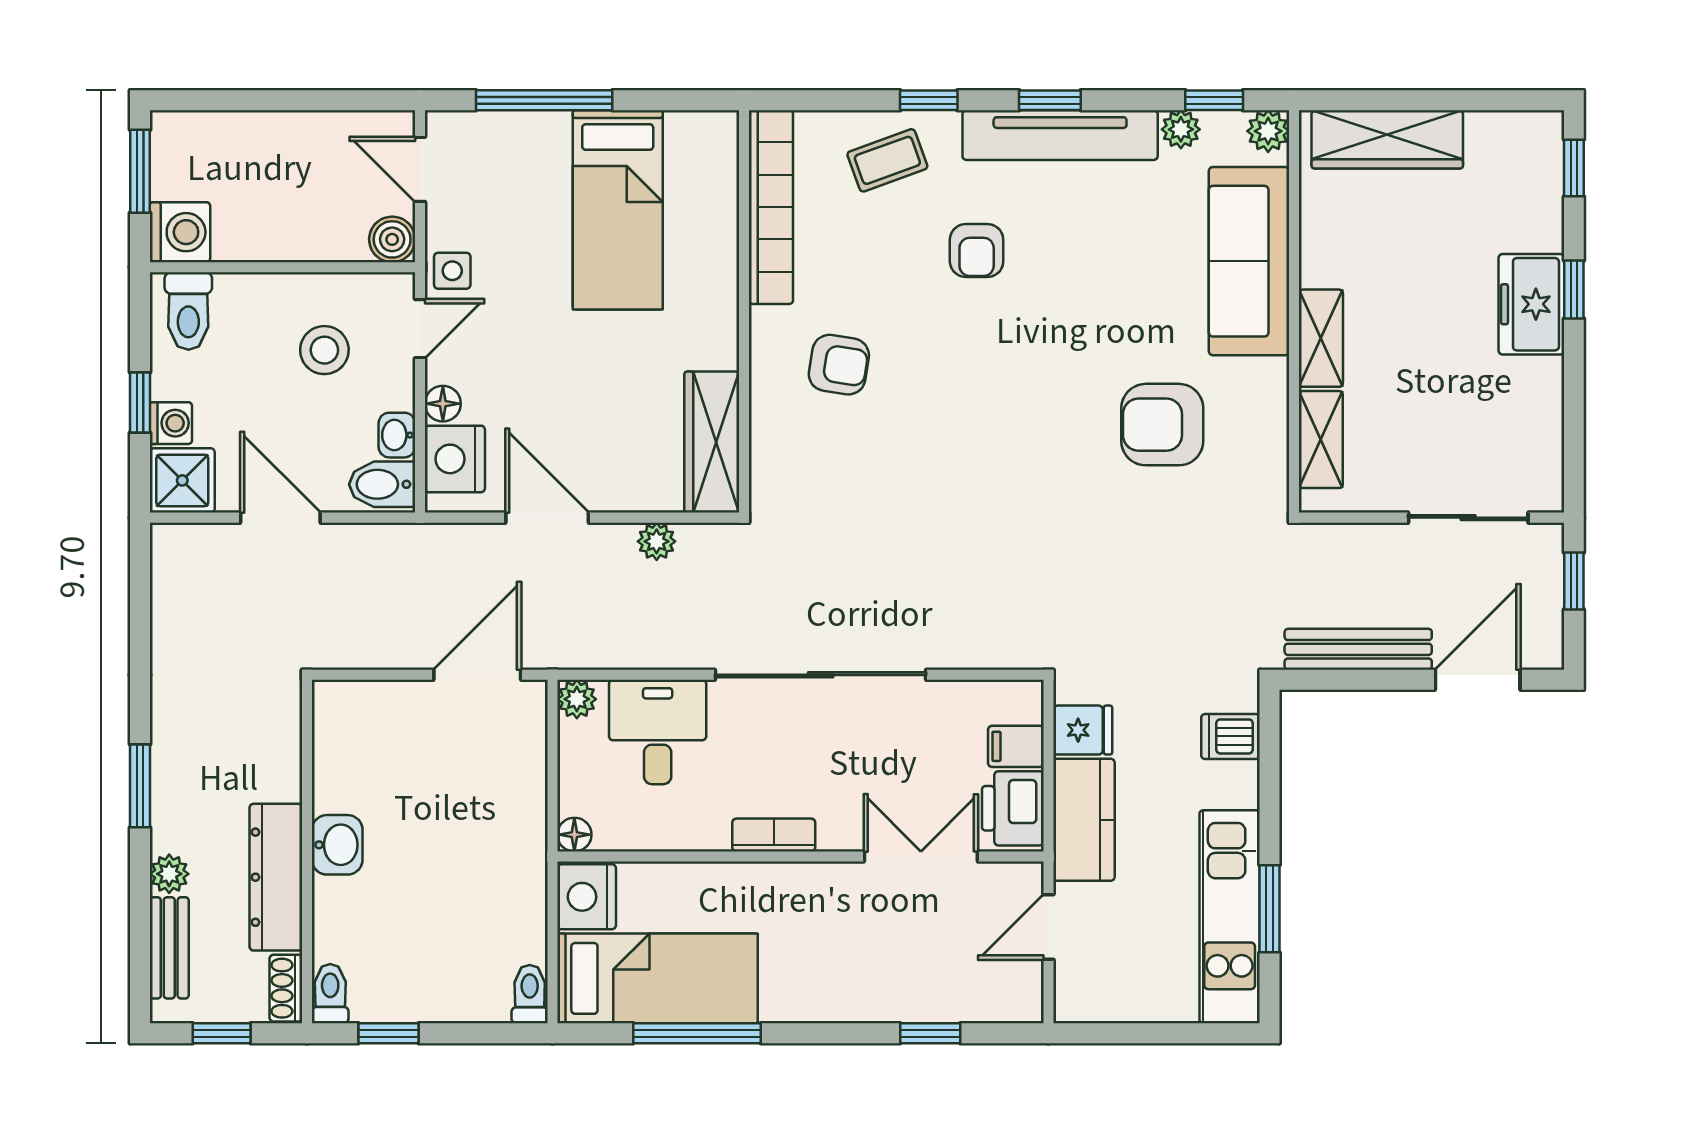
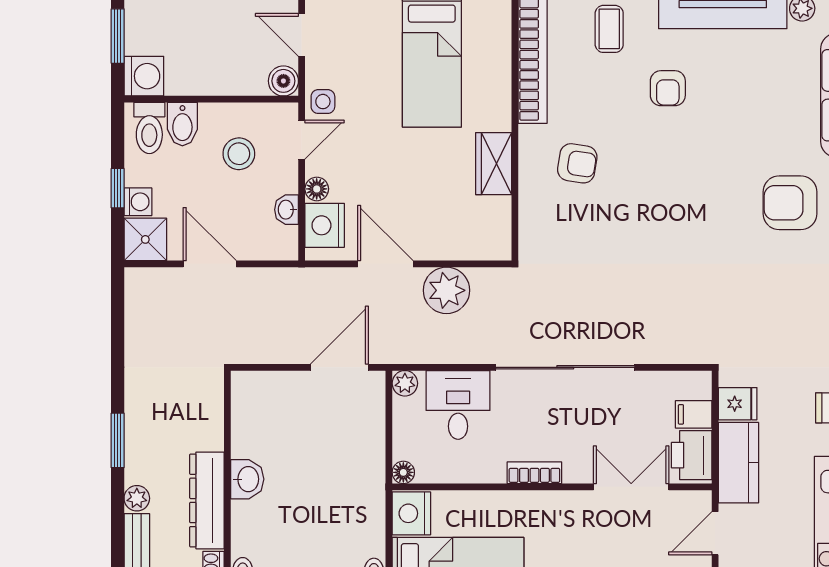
coffee table: (887, 160) -> (609, 29), turned -70
wardrobe: (712, 442) -> (494, 164), moved, width x0.67
bidet: (382, 484) -> (182, 124), moved, turned -90
plant: (657, 541) -> (446, 290), width x1.87, depth x1.87

